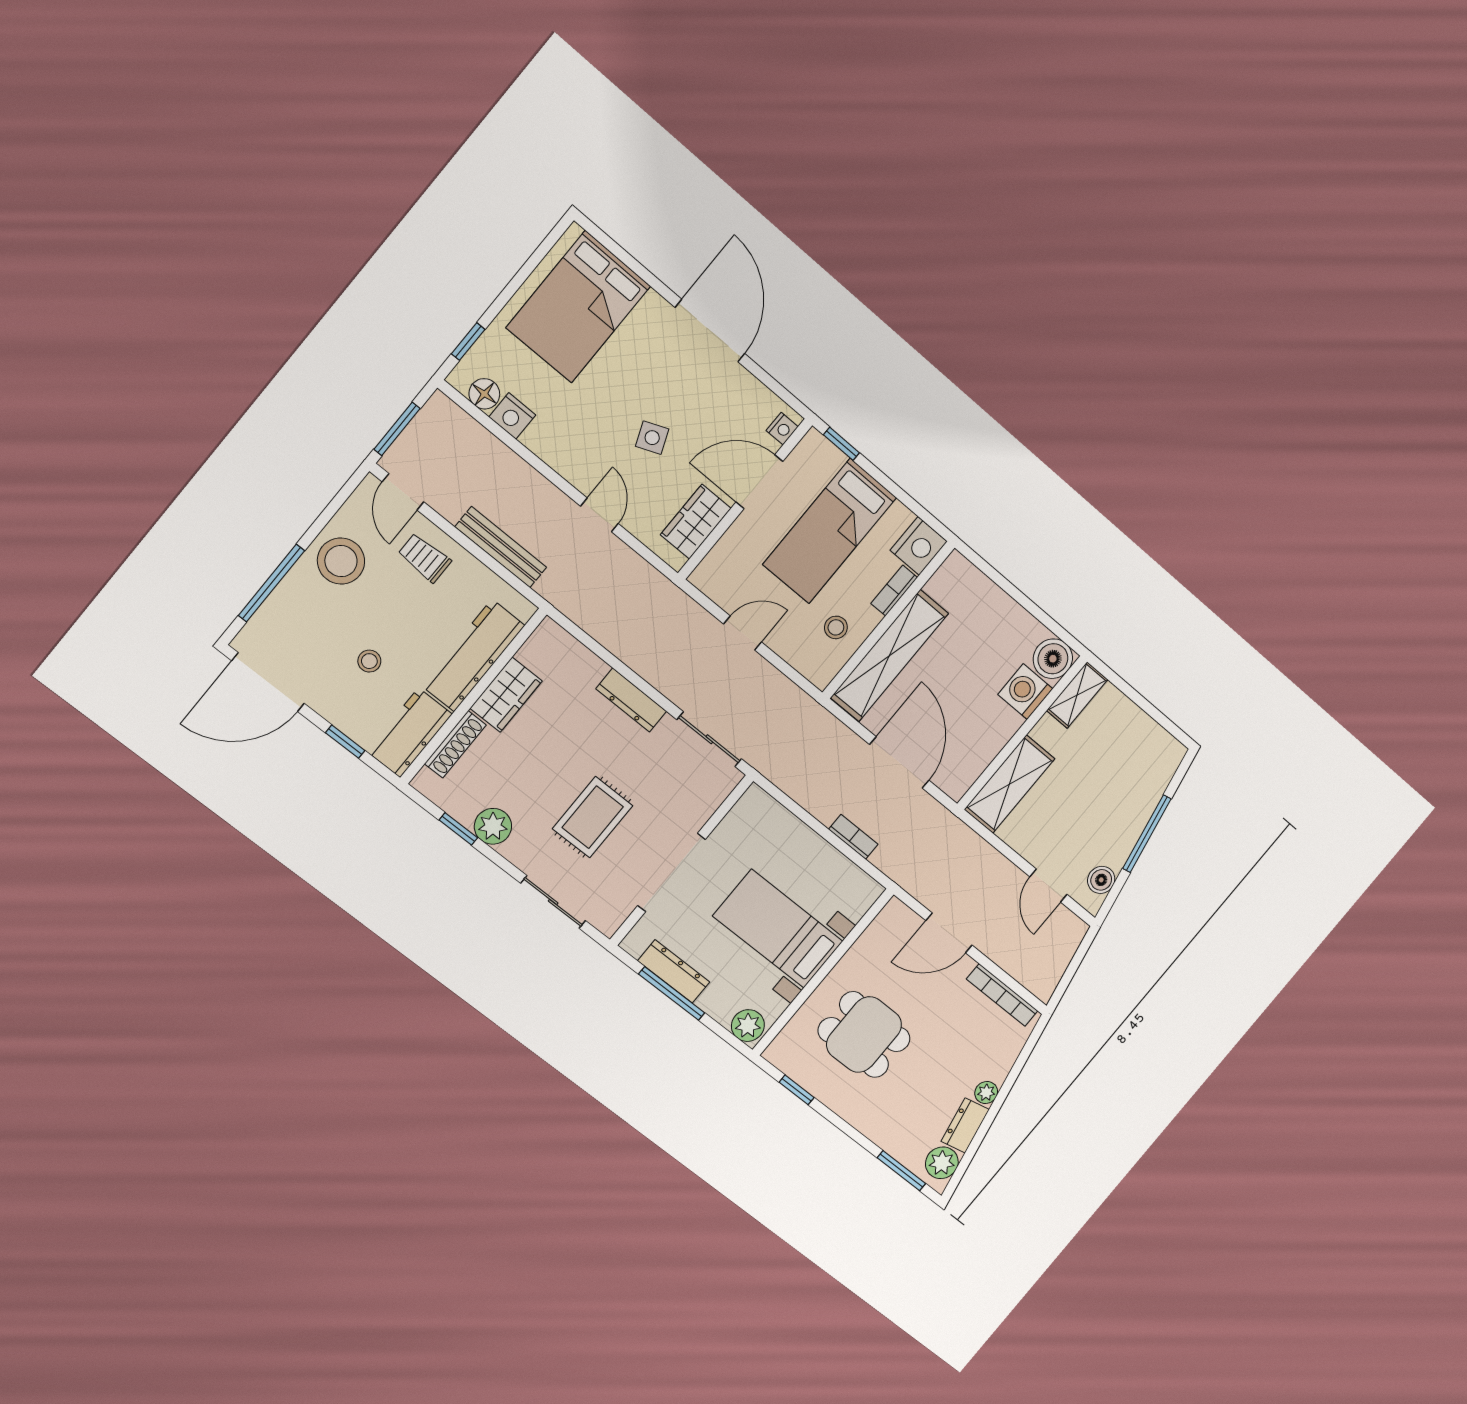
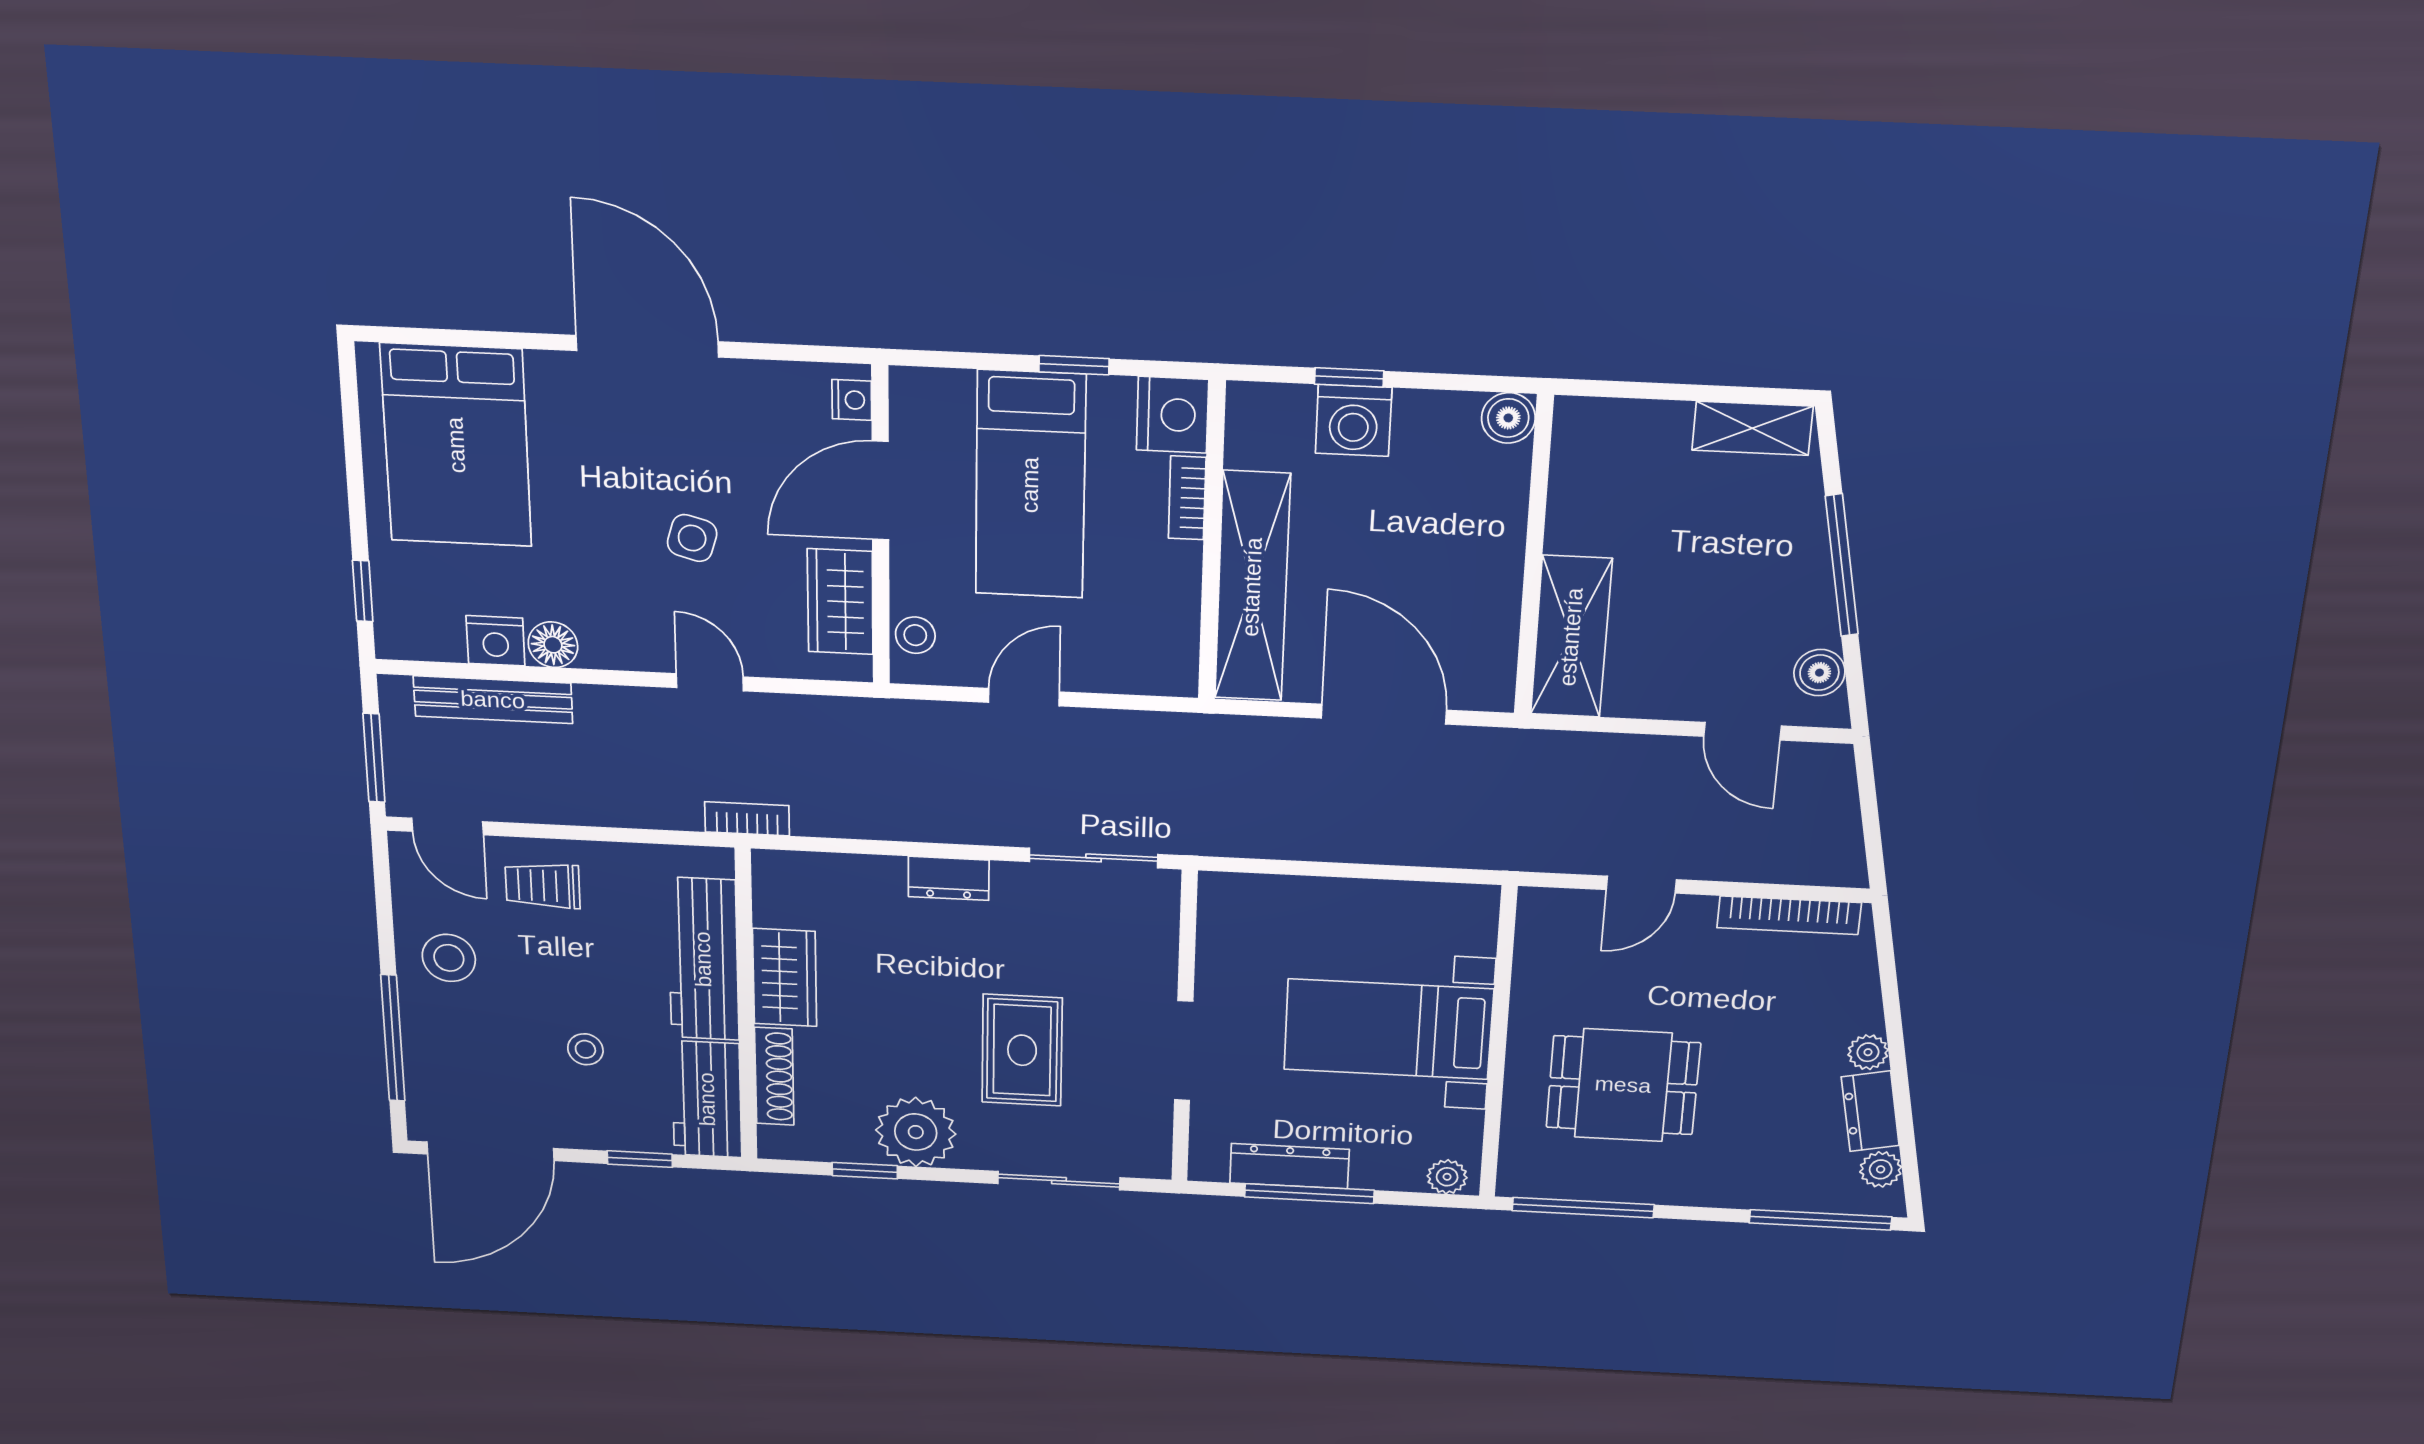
floor lamp: (484, 394) -> (553, 645), moved
side table: (652, 438) -> (692, 538), turned 38
window: (841, 444) -> (1074, 365), moved
bench: (501, 547) -> (493, 700), moved
stool: (341, 561) -> (449, 958), width x0.73, depth x0.73
window: (1008, 587) -> (1349, 377), added
stool: (836, 627) -> (915, 635), moved
boiler: (1053, 659) -> (1508, 418), width x0.73, depth x0.73
washing machine: (1025, 692) -> (1354, 420), moved, turned -90
shelving: (1077, 695) -> (1752, 428), moved, turned 90
dresser: (631, 700) -> (949, 878), width x0.70
plant: (493, 826) -> (916, 1132), width x1.36, depth x1.36
bookcase: (853, 837) -> (747, 819), moved
doorway: (672, 872) -> (1184, 1051), width x0.73
door: (949, 933) -> (1641, 885), width x0.73
plant: (748, 1026) -> (1447, 1177), width x0.73, depth x0.73
window: (797, 1090) -> (1583, 1208), width x2.17
plant: (942, 1163) -> (1881, 1169), width x0.73, depth x0.73
window: (901, 1171) -> (1820, 1220), width x1.44

